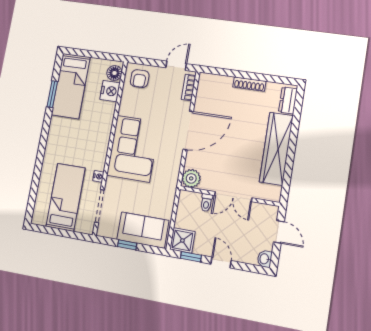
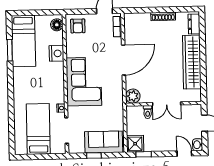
nightstand: (110, 91) -> (56, 53), moved
door: (221, 262) -> (184, 153), moved

